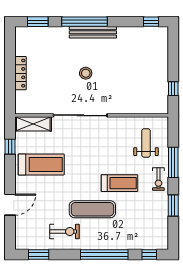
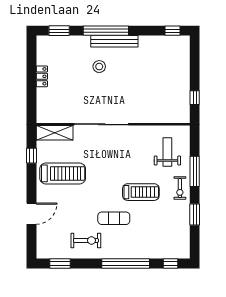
locker: (20, 73) -> (42, 76), width x0.66
stool: (86, 73) -> (99, 67), moved
exercise mat: (92, 209) -> (114, 218), width x0.73, depth x0.69

